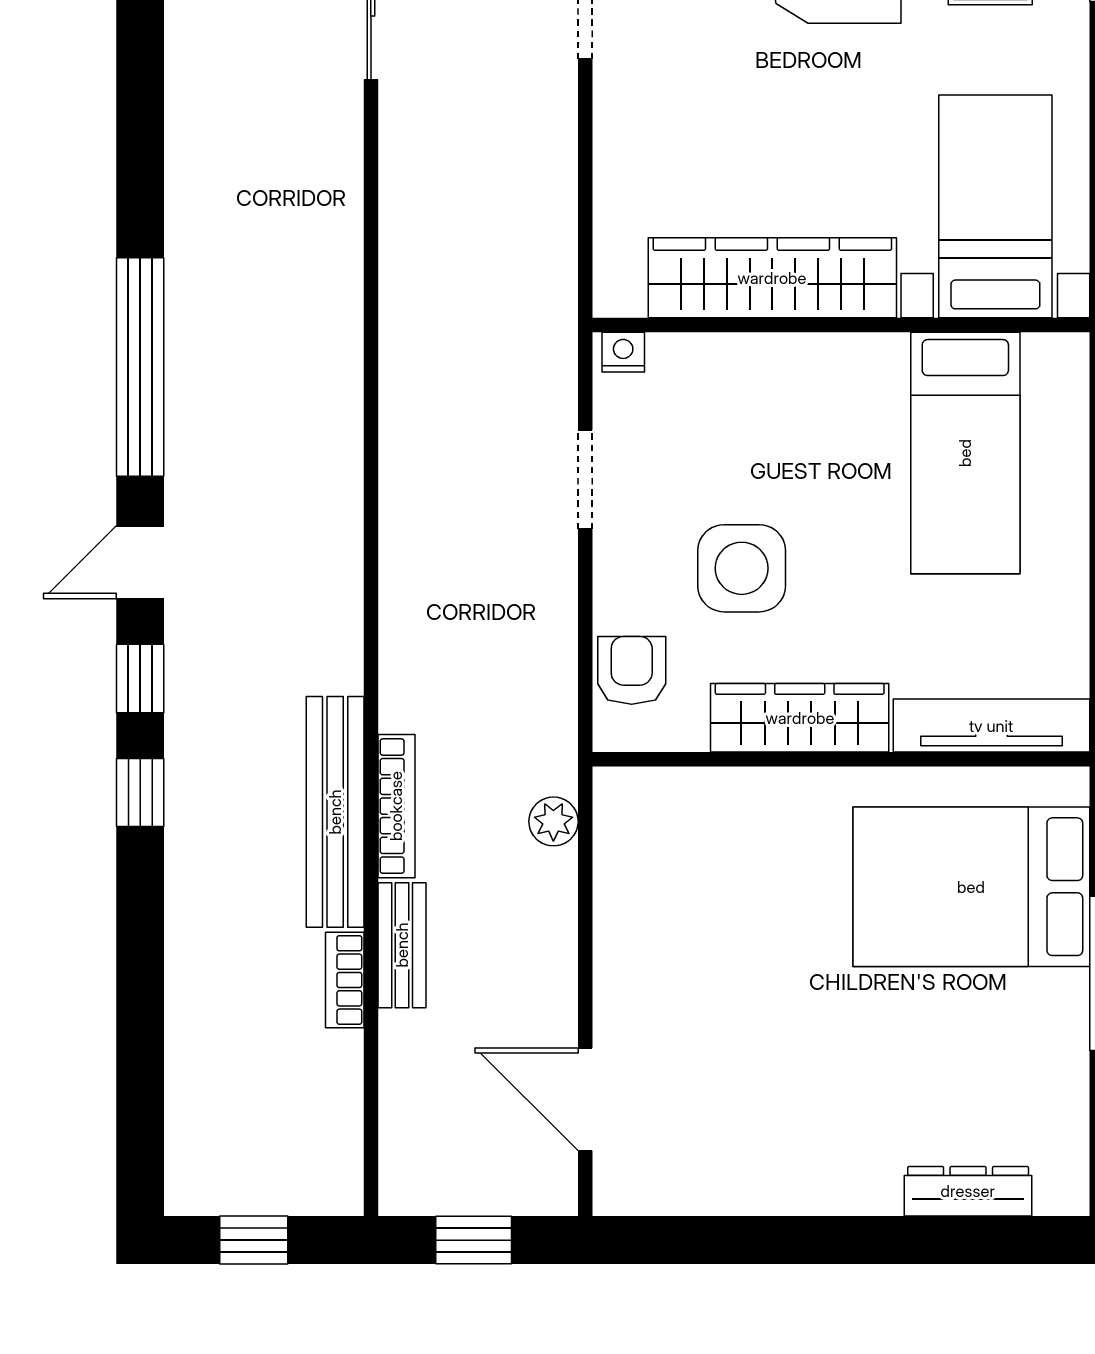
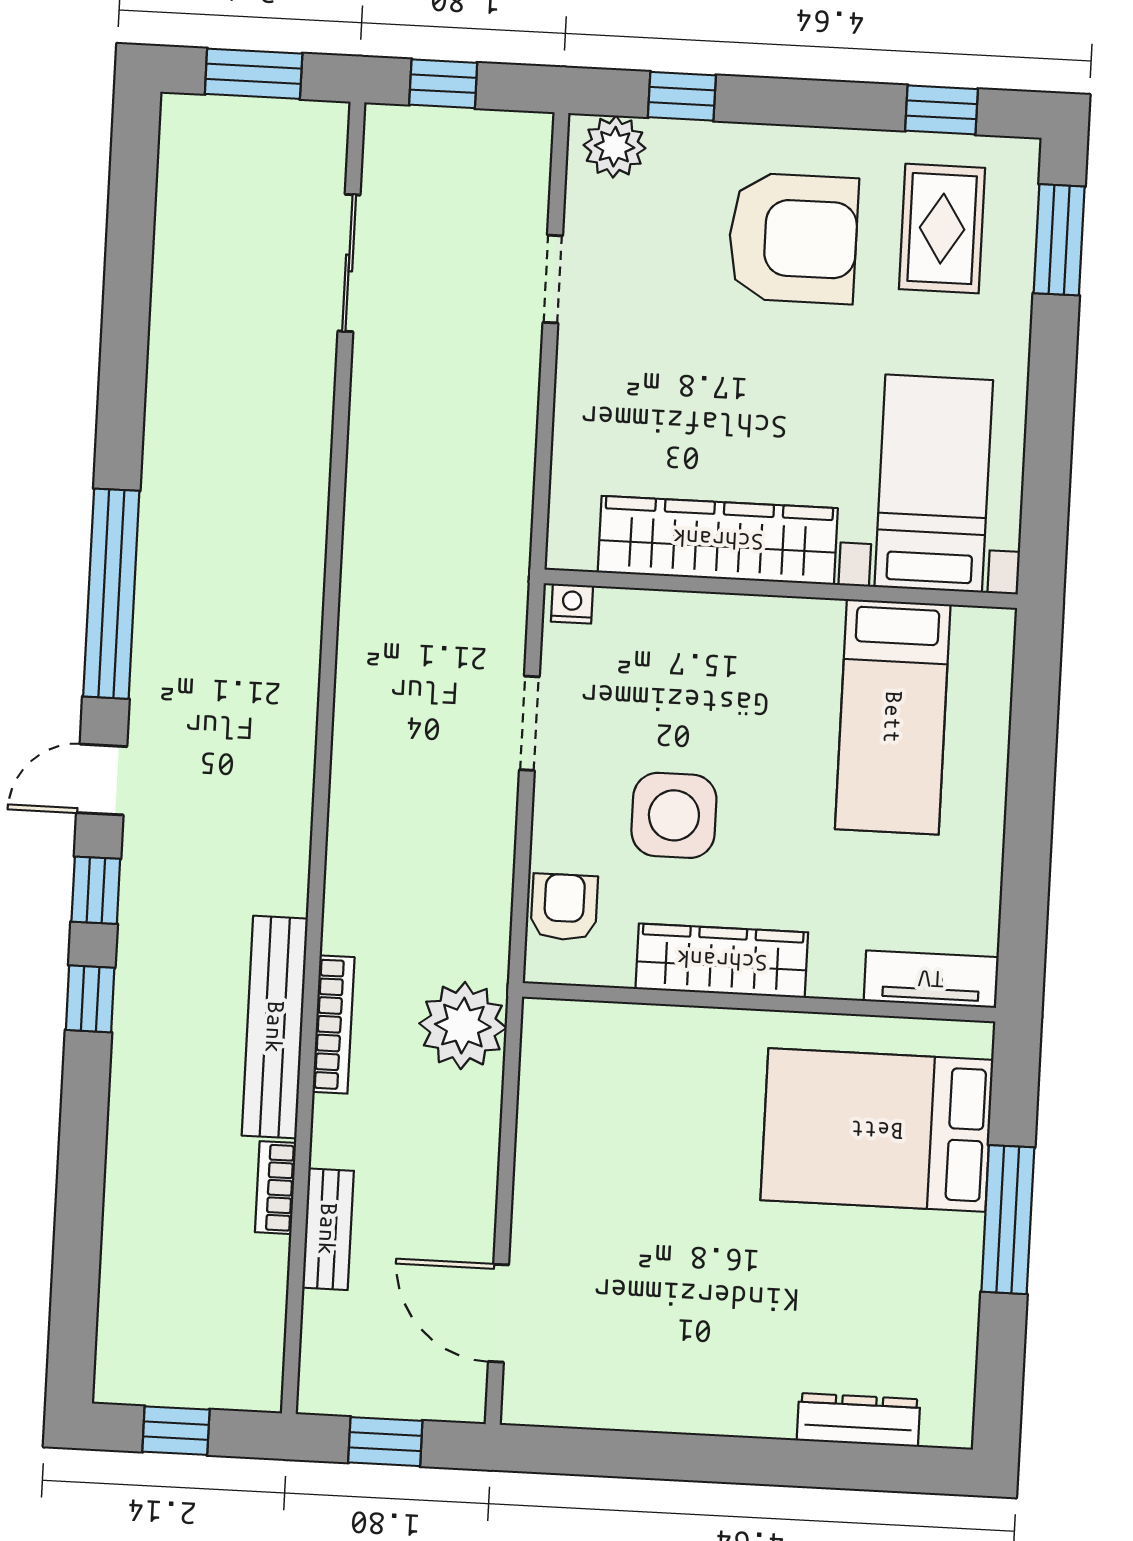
tv unit: (991, 726) -> (931, 979), width x0.71
plant: (553, 821) -> (463, 1026), width x1.87, depth x1.87
bench: (402, 945) -> (328, 1229), moved

